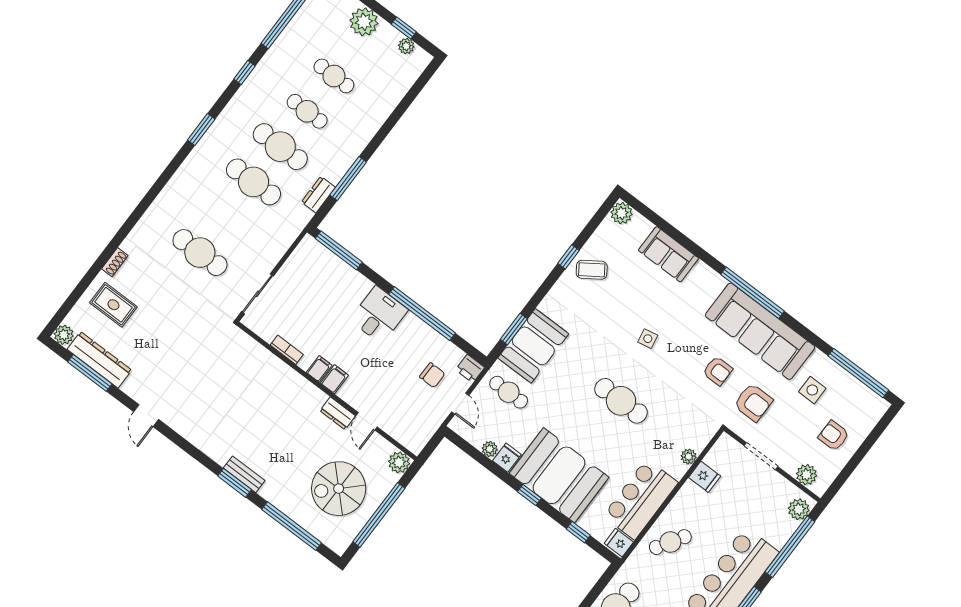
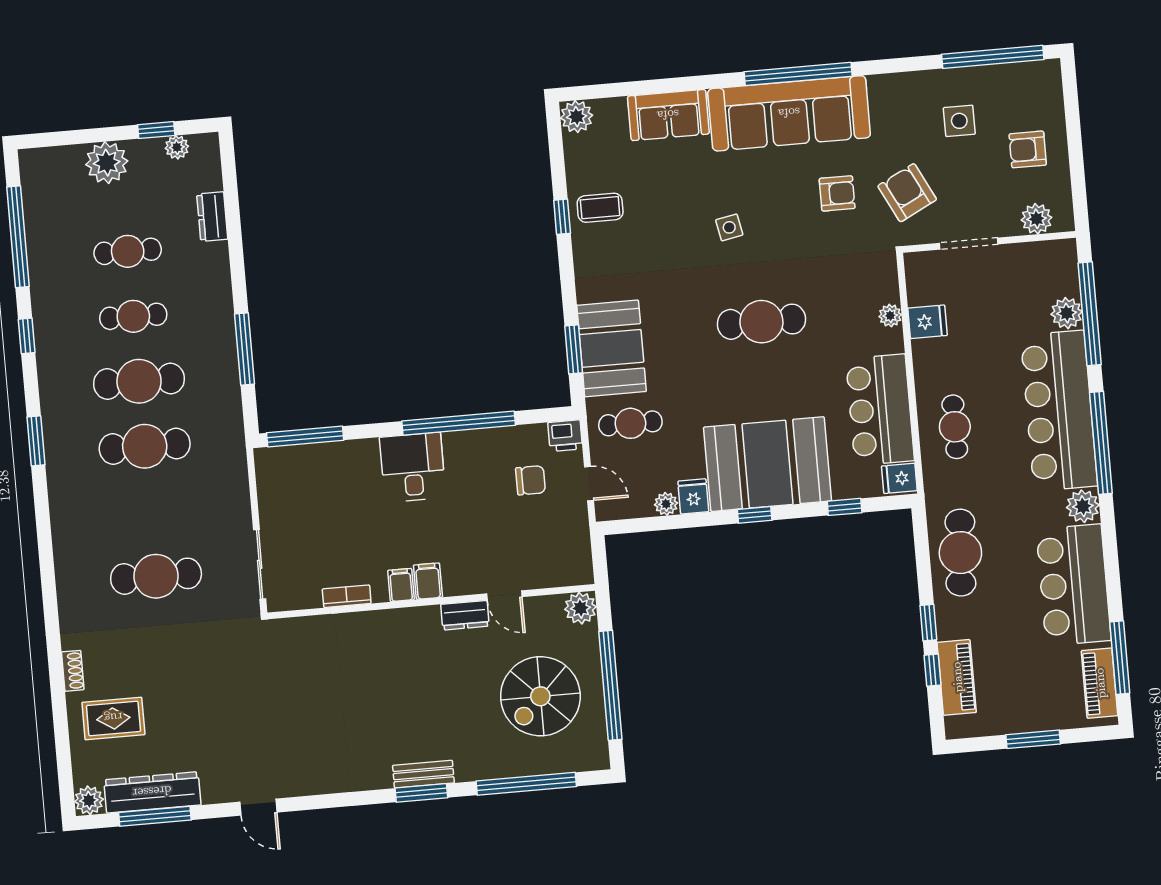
dresser: (318, 195) -> (212, 217), moved
coffee table: (592, 270) -> (600, 208), turned 34
sofa: (760, 331) -> (789, 113), moved
armchair: (753, 402) -> (907, 193), turned -117
plant: (799, 509) -> (1067, 313), moved
cafe table: (670, 542) -> (955, 427), turned -32

